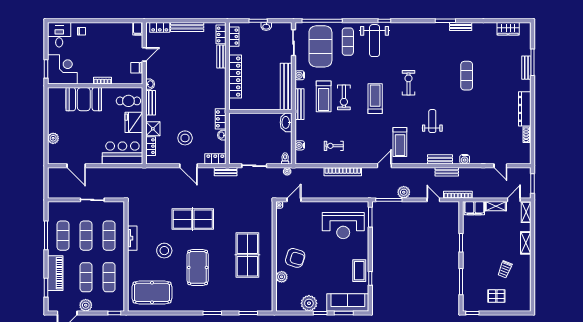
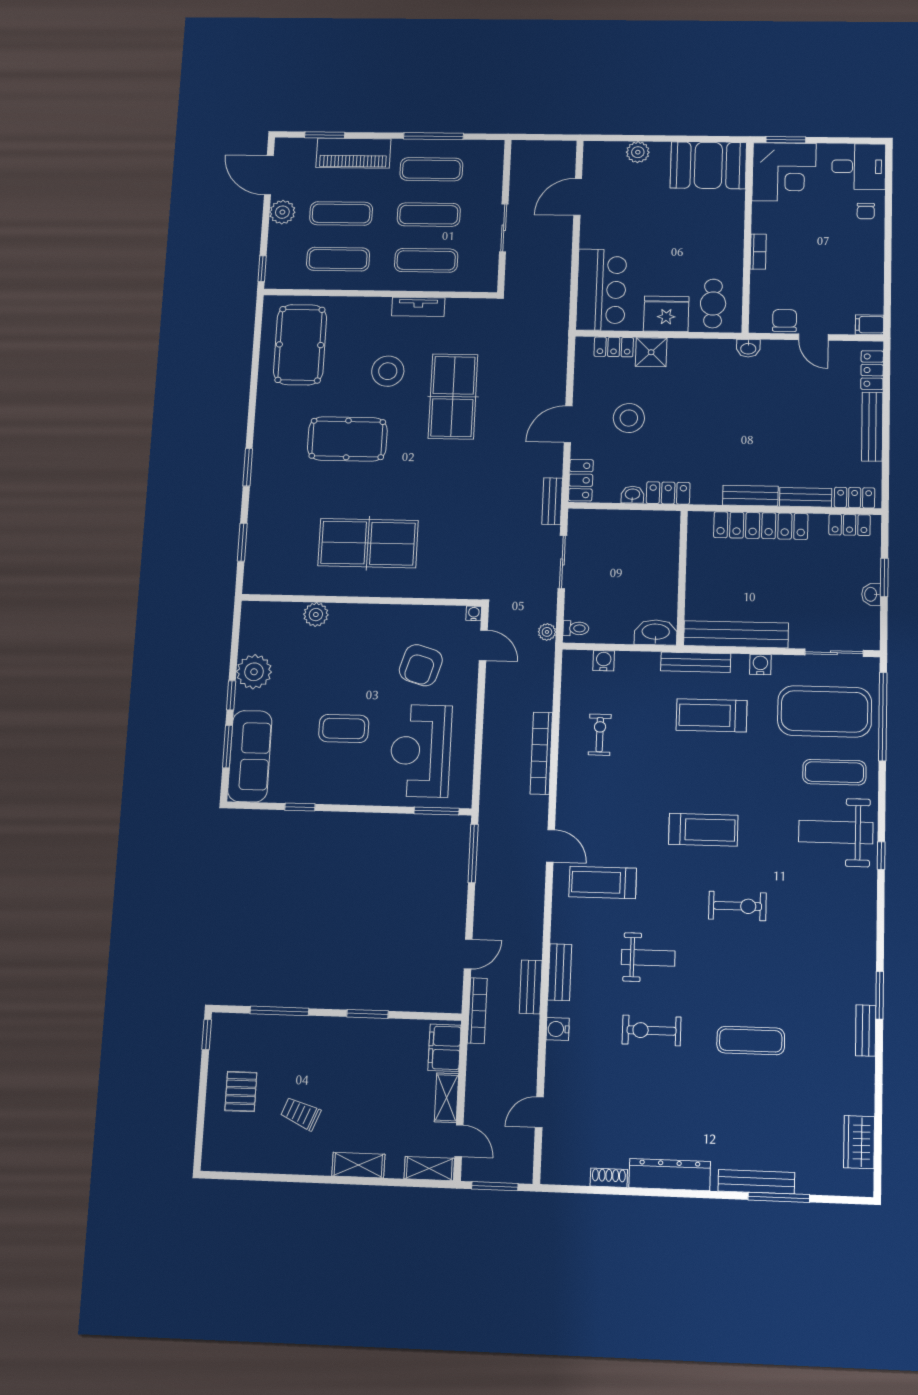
bench: (526, 68) -> (756, 1182), width x1.36
exercise bike: (344, 97) -> (651, 1030), moved
booth: (84, 99) -> (708, 165), moved, turned 90
bench: (151, 103) -> (750, 496), moved
plant: (404, 192) -> (489, 887), removed
table tennis table: (193, 219) -> (453, 396), moved
armchair: (295, 258) -> (421, 665), moved
coffee table: (359, 271) -> (344, 728), moved

